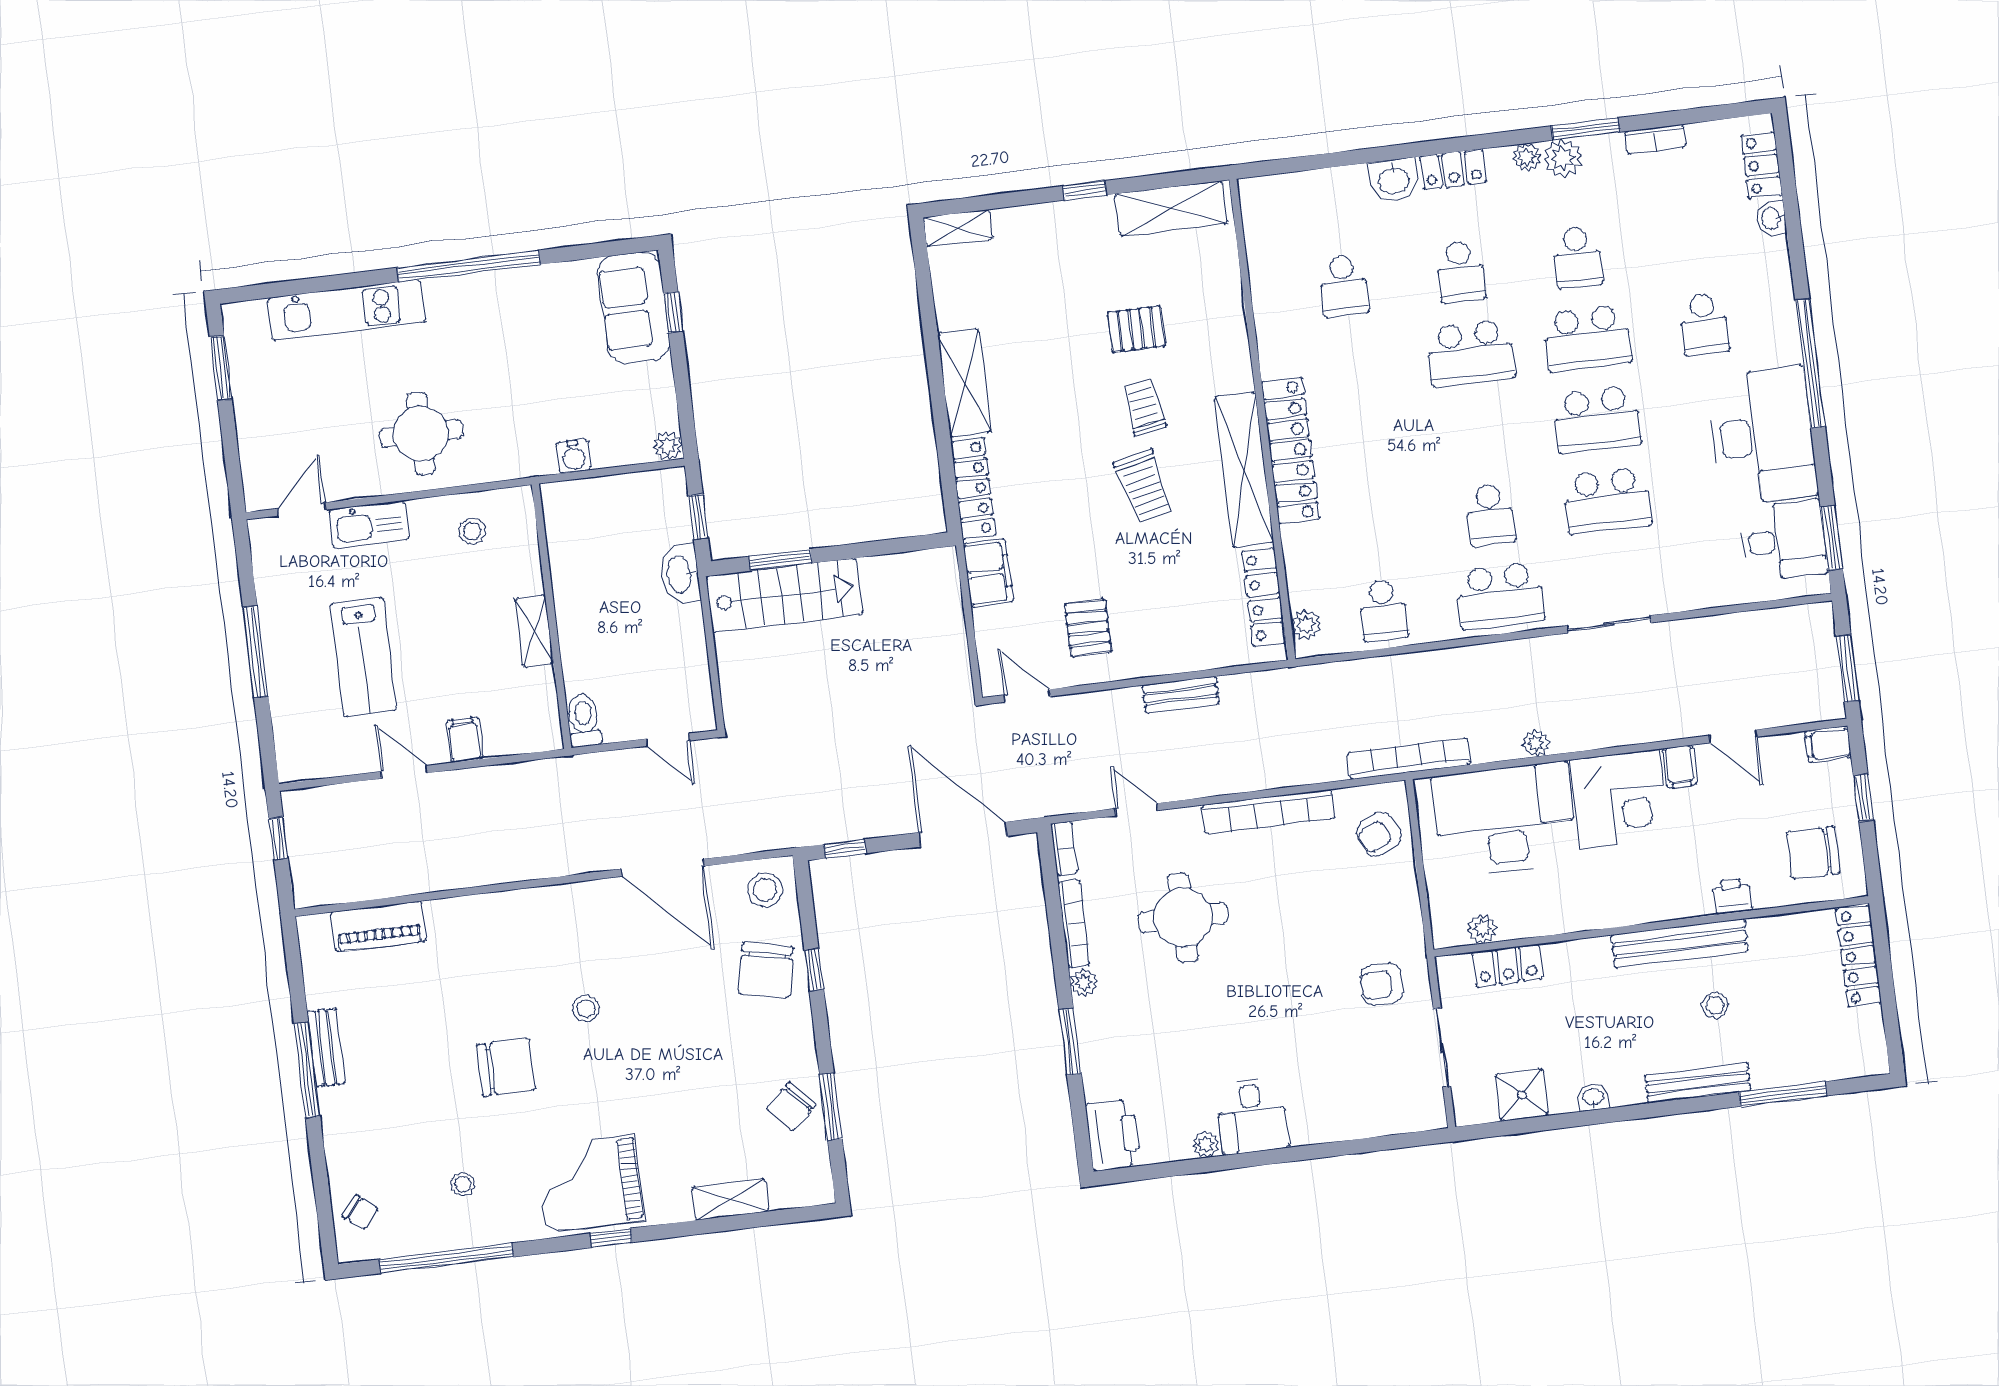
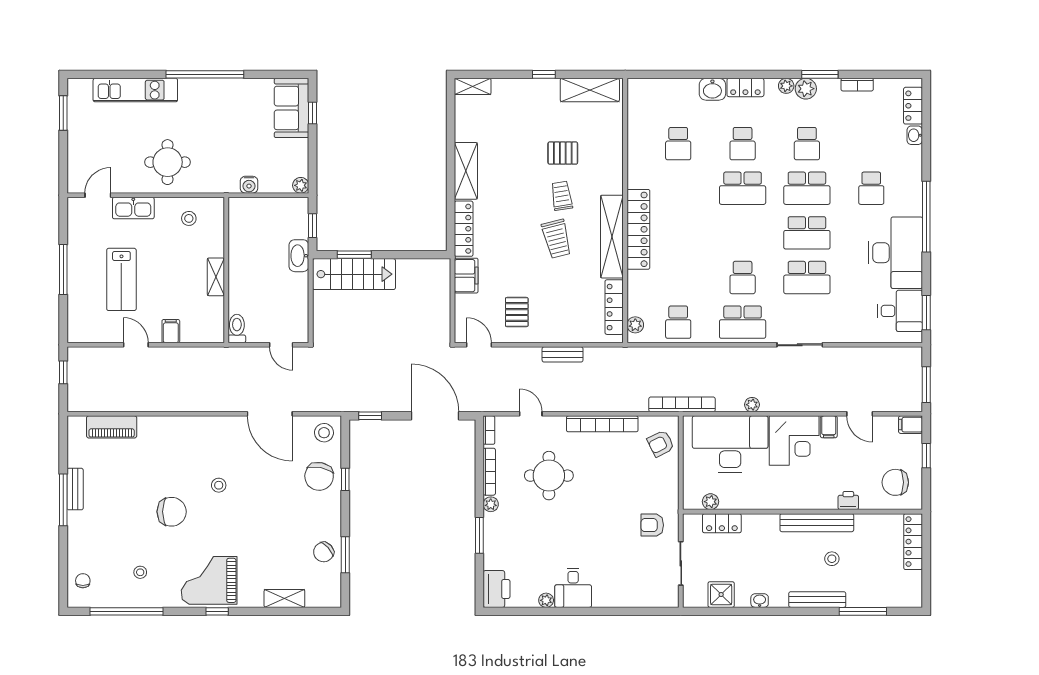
chair: (360, 1212) -> (83, 581), turned -129

